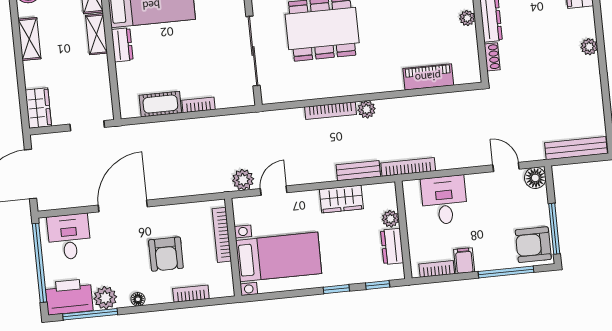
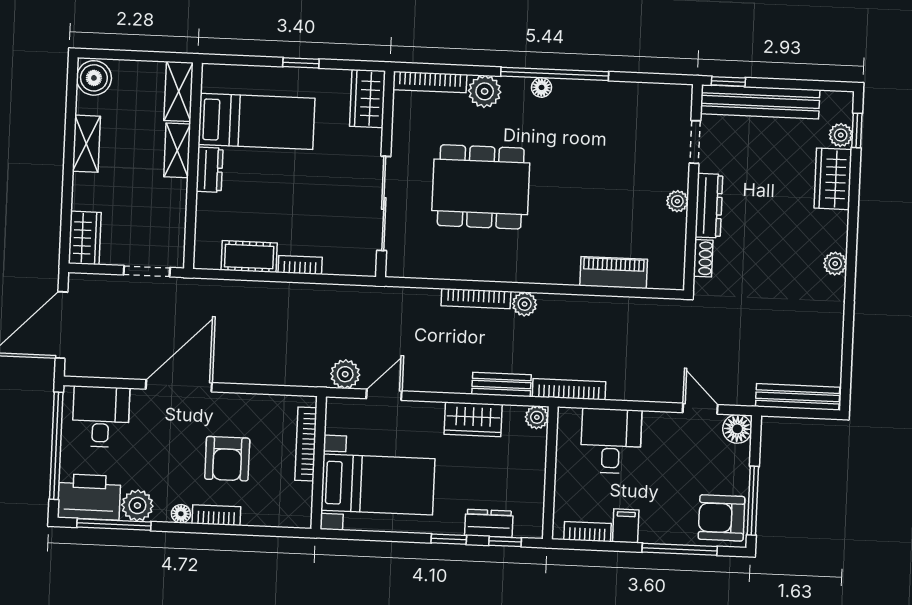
plant: (390, 219) -> (537, 417), moved
dresser: (392, 246) -> (489, 523), moved, turned 90
bookcase: (191, 294) -> (216, 515), moved

